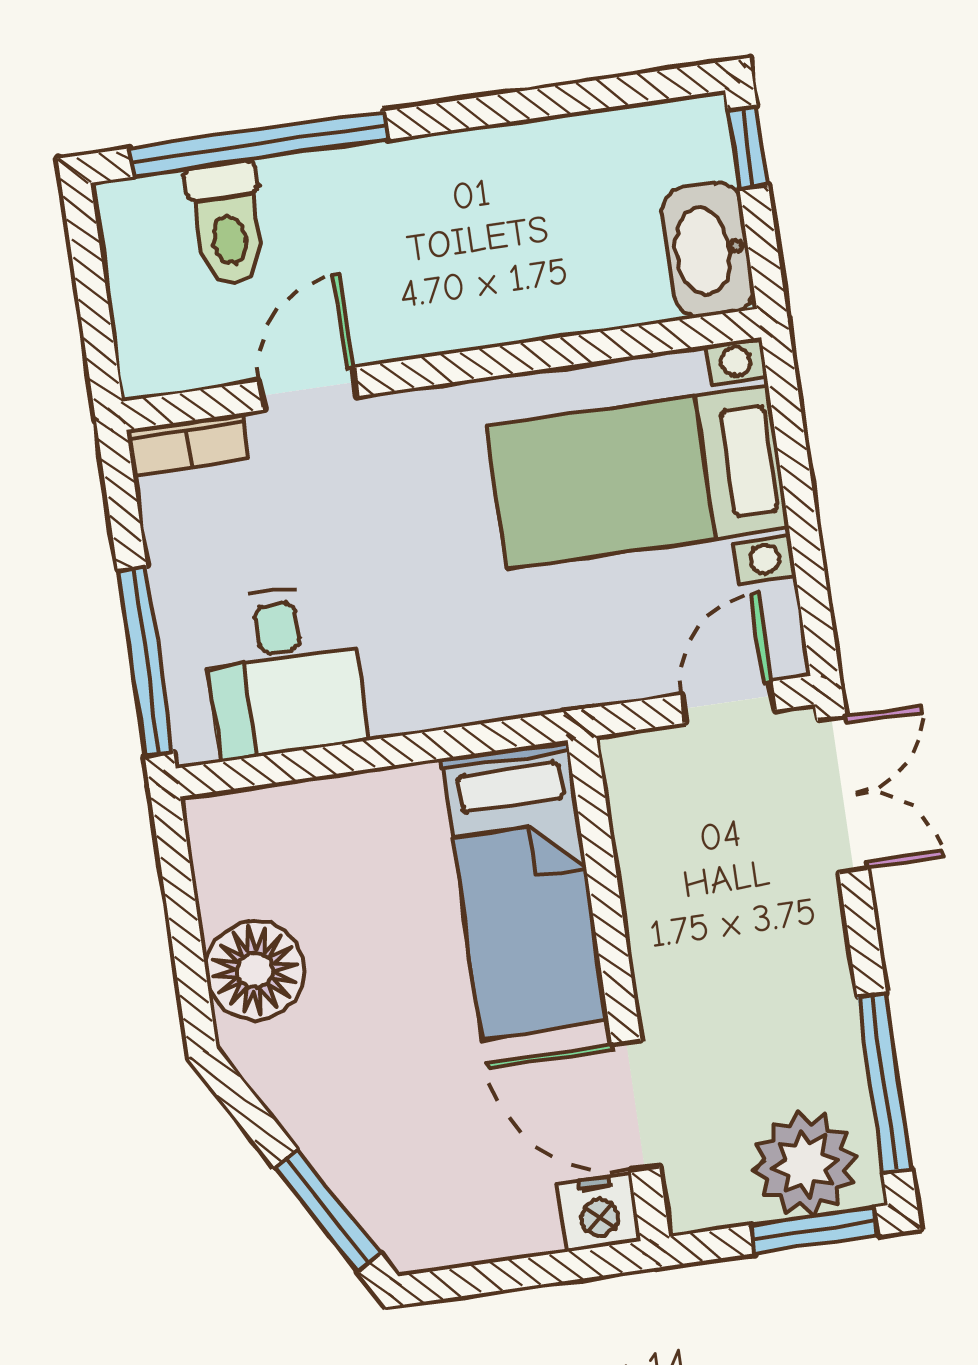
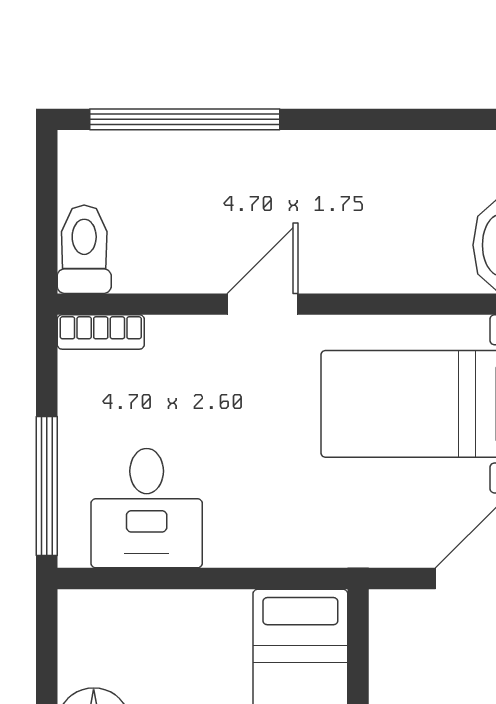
toilet: (227, 223) -> (84, 249), moved, turned 180
door: (308, 389) -> (262, 304), moved

